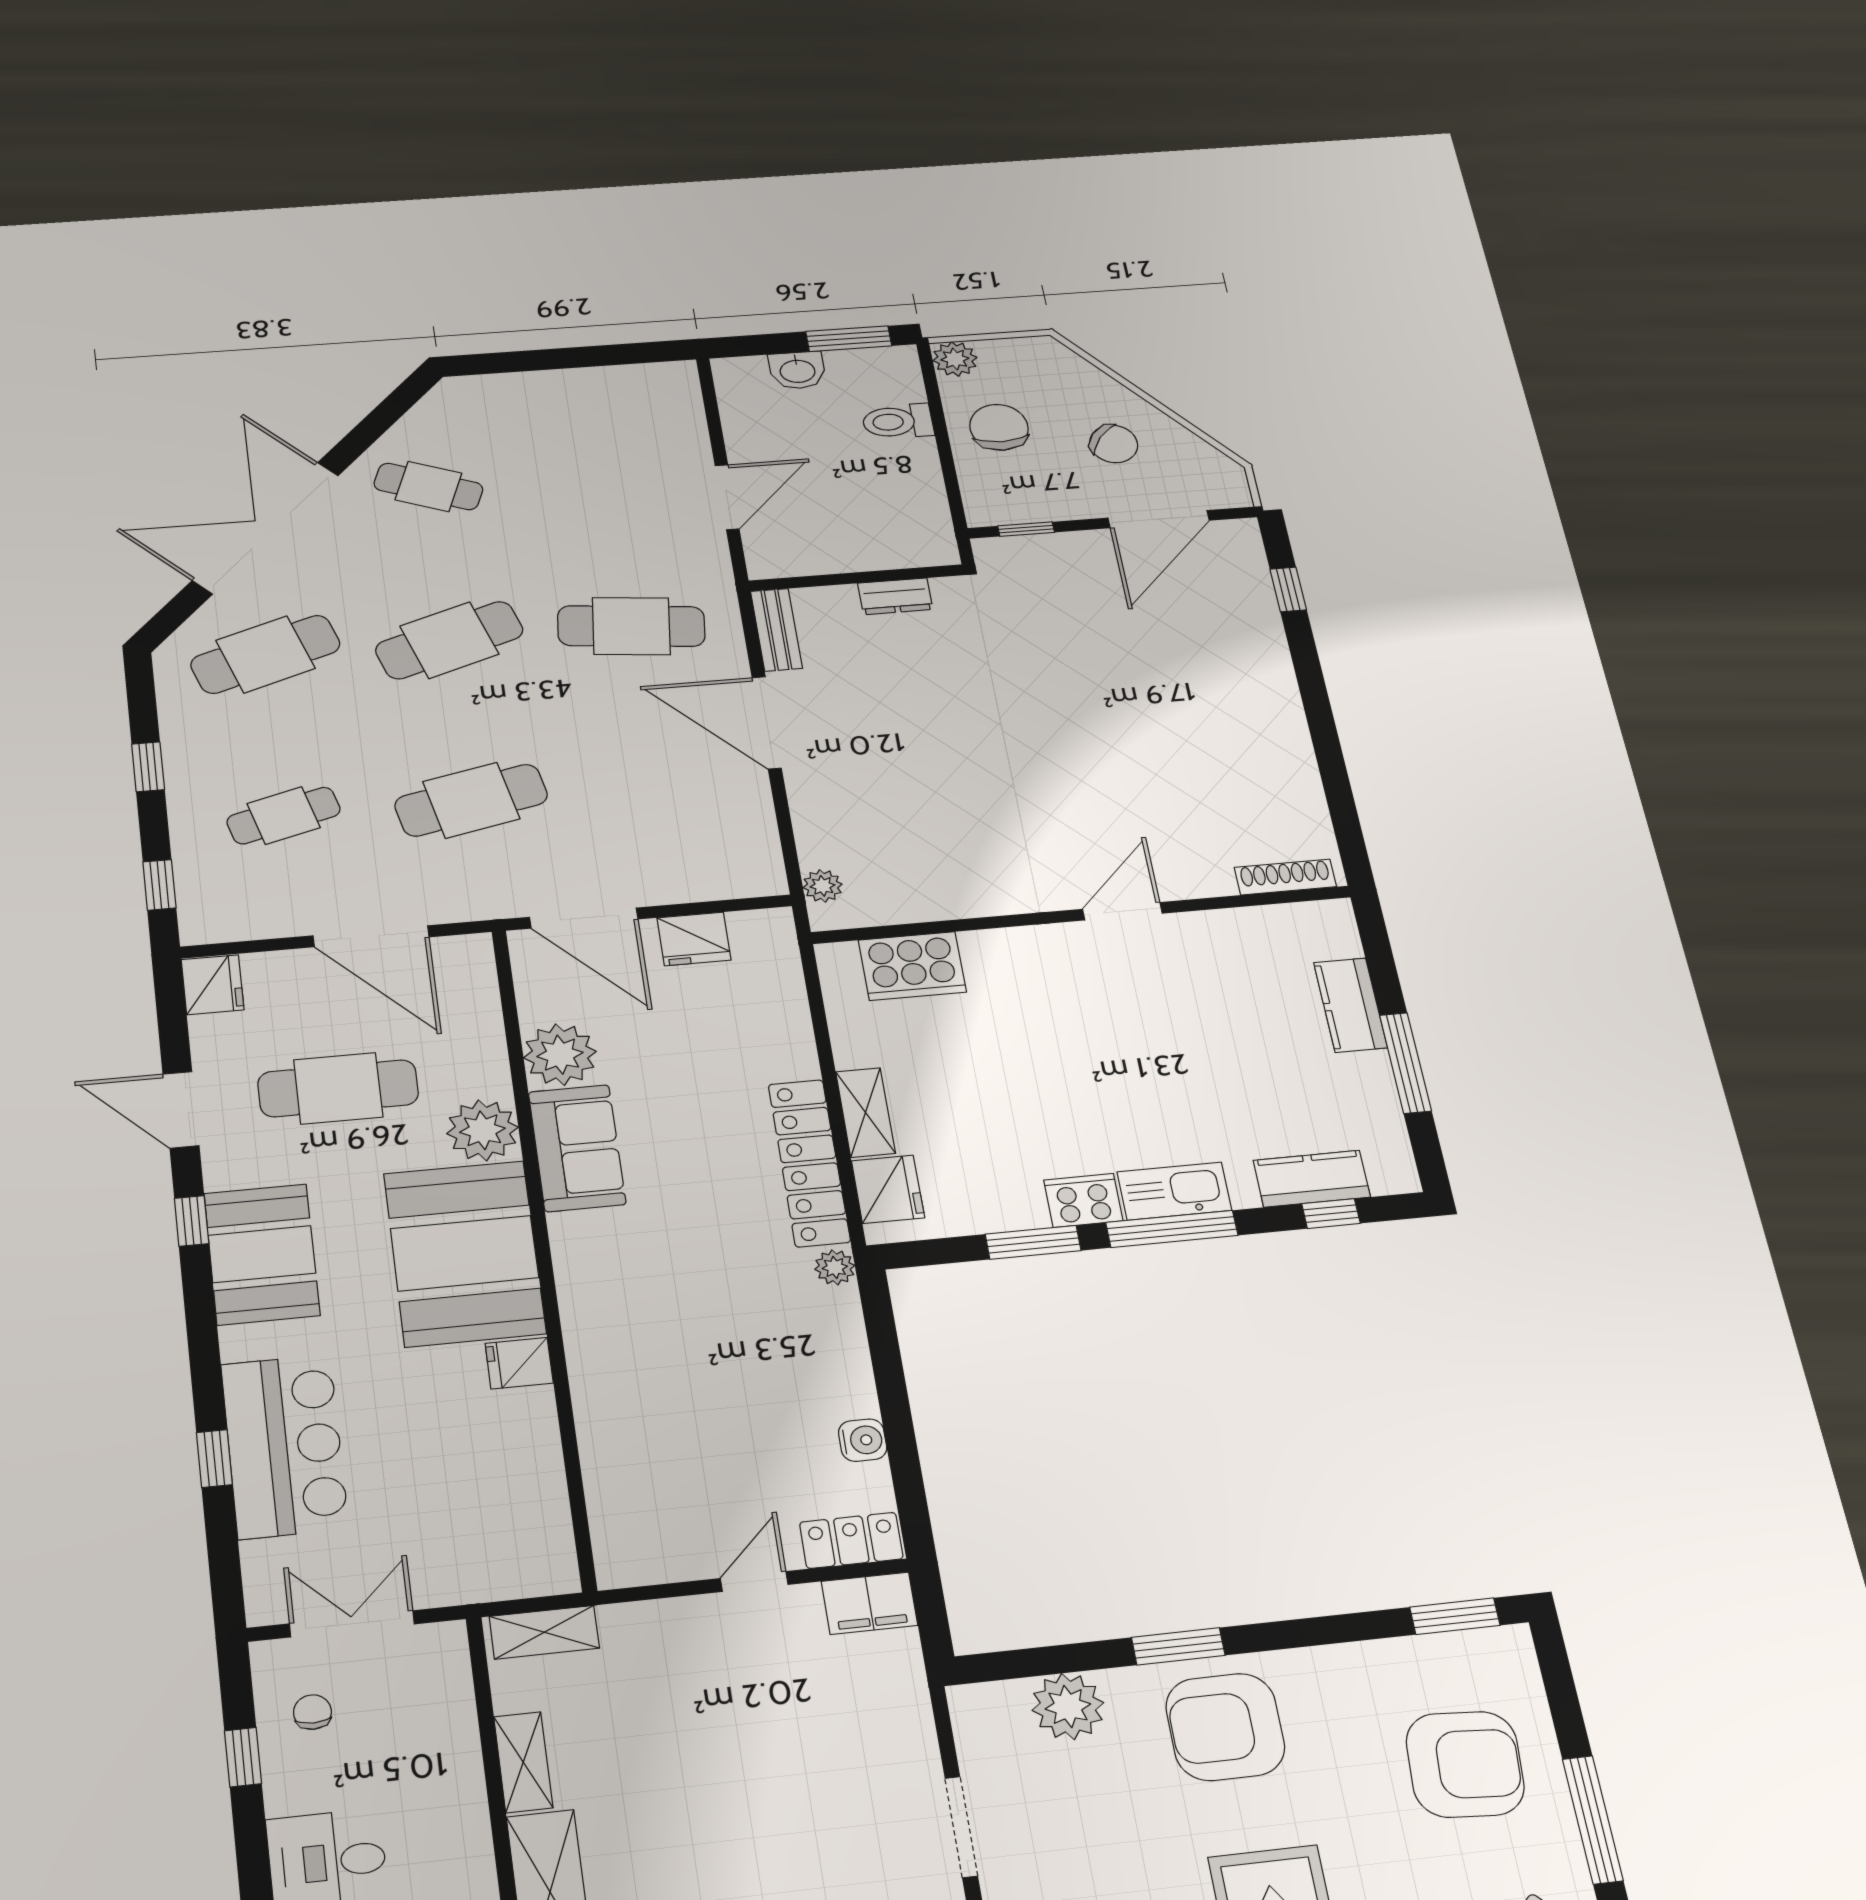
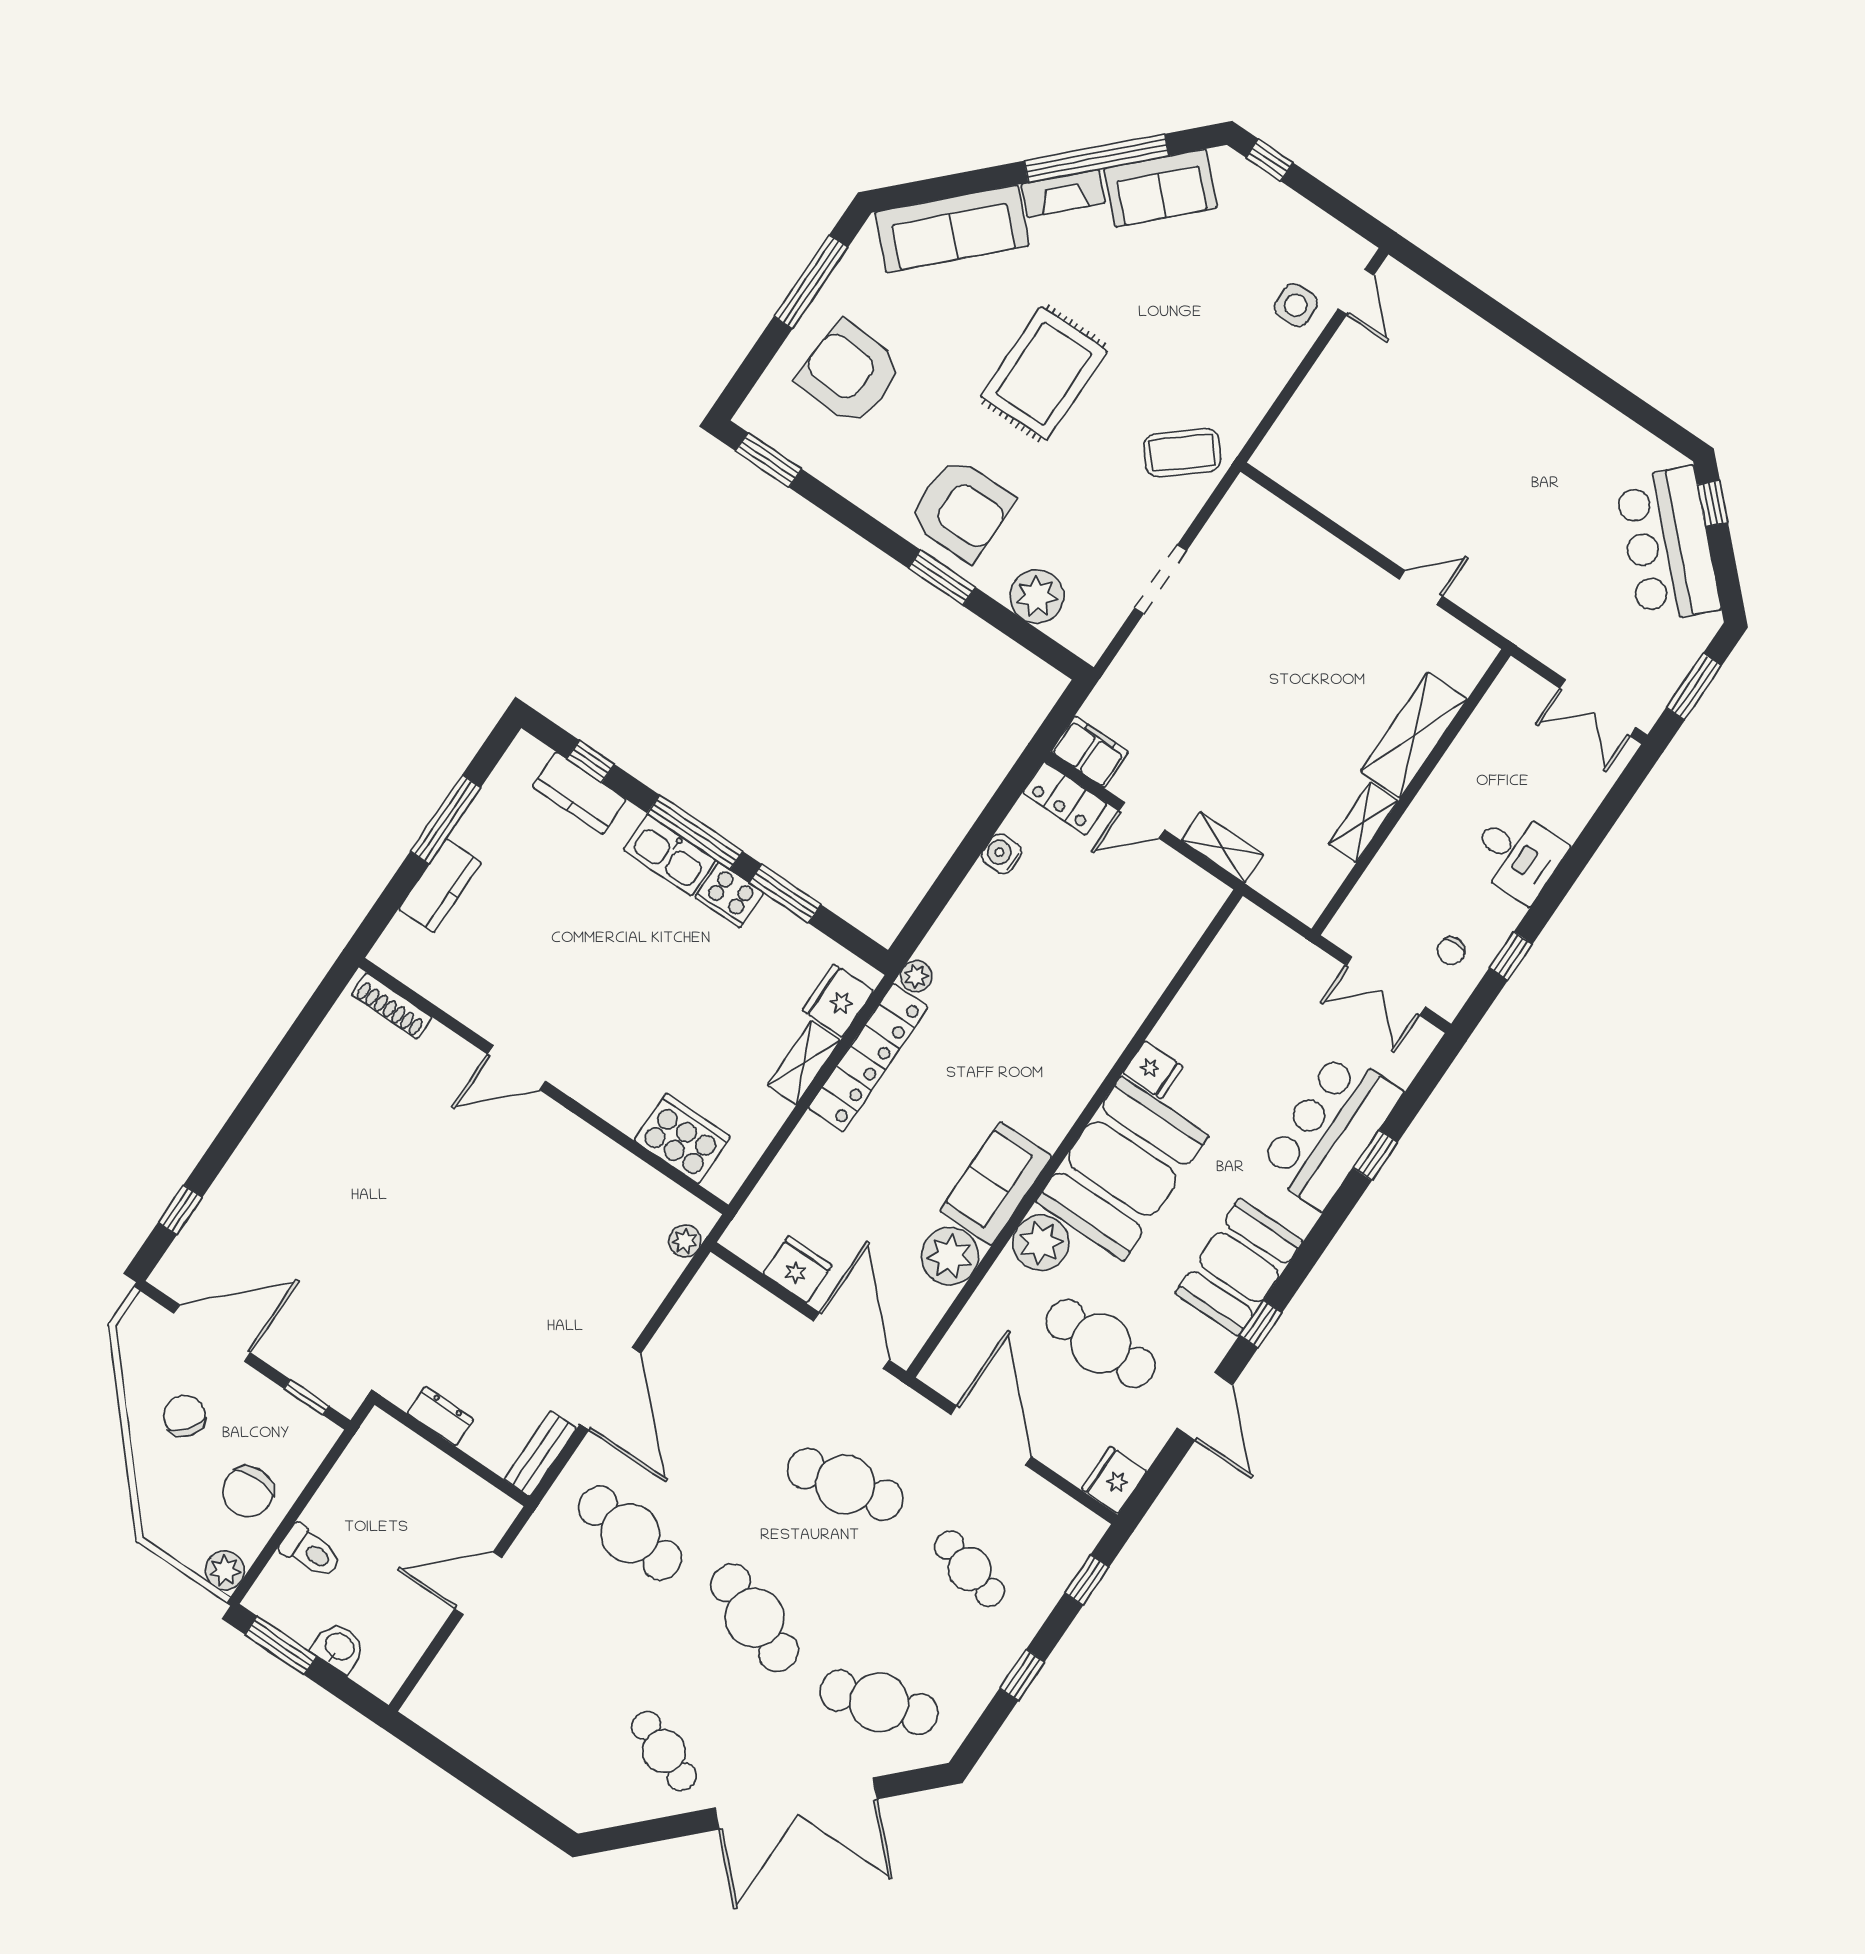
cafe table: (449, 640) -> (755, 1618), turned 39
cafe table: (284, 816) -> (970, 1569), turned 30
shelving: (544, 1632) -> (1222, 847), moved

